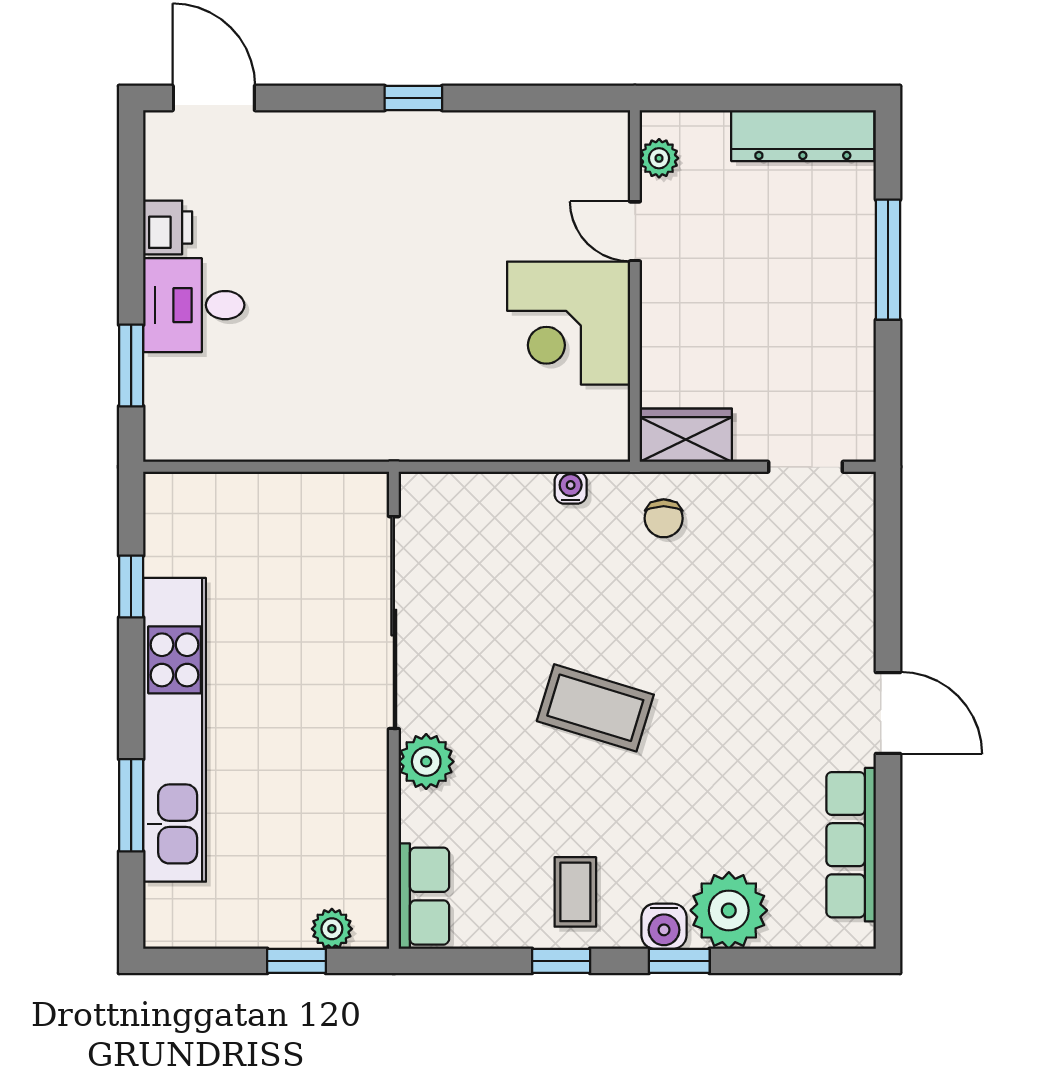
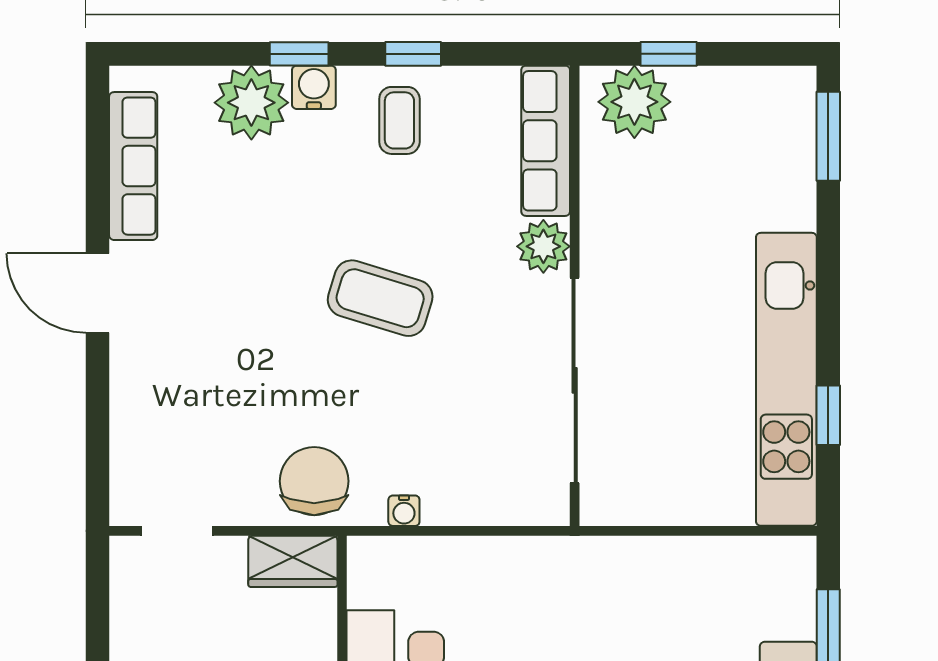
chair: (664, 518) -> (314, 481), width x1.87, depth x1.87
kitchen unit: (175, 730) -> (786, 379), moved
window: (131, 805) -> (828, 136), moved
row of seats: (424, 896) -> (546, 141), width x1.48
plant: (332, 929) -> (634, 102), width x1.88, depth x1.88

